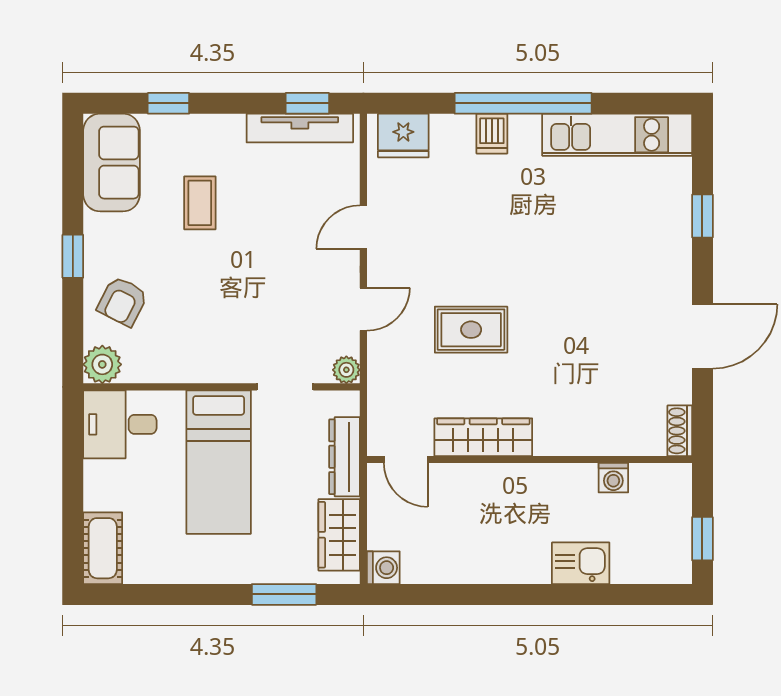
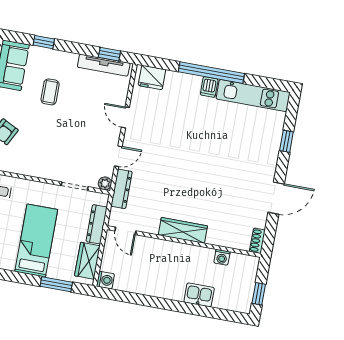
dishwasher: (492, 134) -> (209, 87), moved
door: (363, 227) -> (125, 117), hinge flipped
rug: (471, 330) -> (167, 175), removed
dresser: (382, 375) -> (122, 189), added
wardrobe: (483, 437) -> (183, 230), moved
bed: (219, 462) -> (36, 240), moved, turned 180

